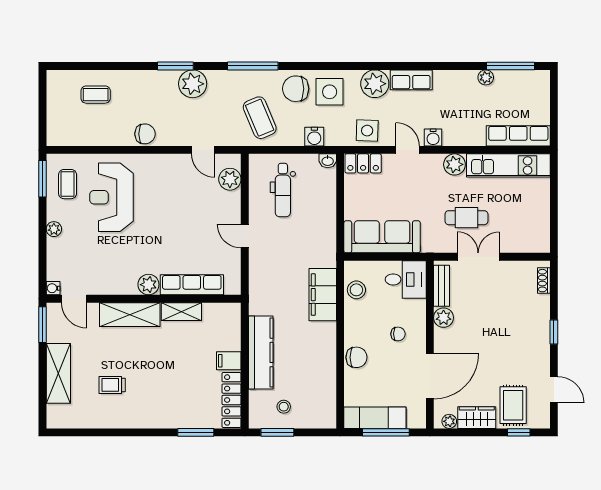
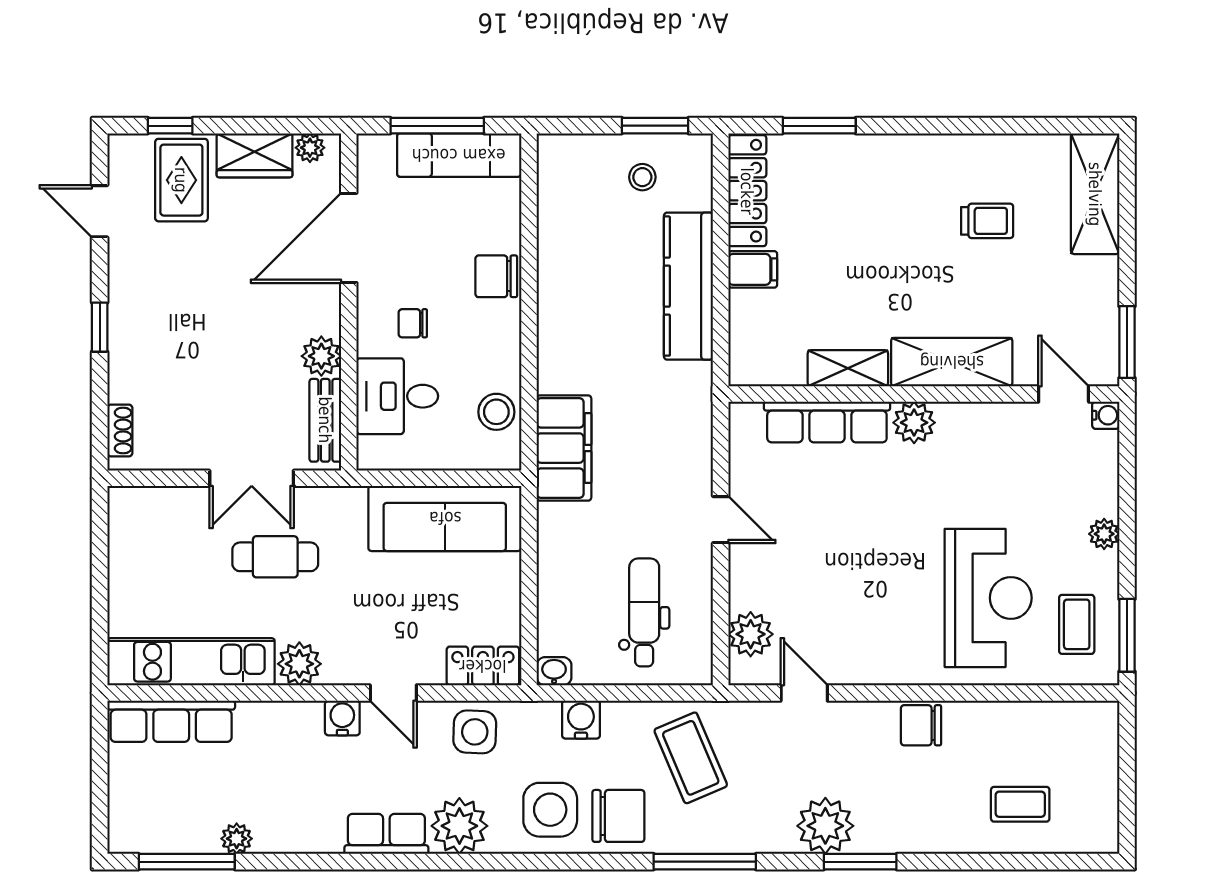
desk: (406, 279) -> (397, 396), moved
filing cabinet: (323, 295) -> (564, 448), moved
shelving: (58, 373) -> (1095, 194), moved

